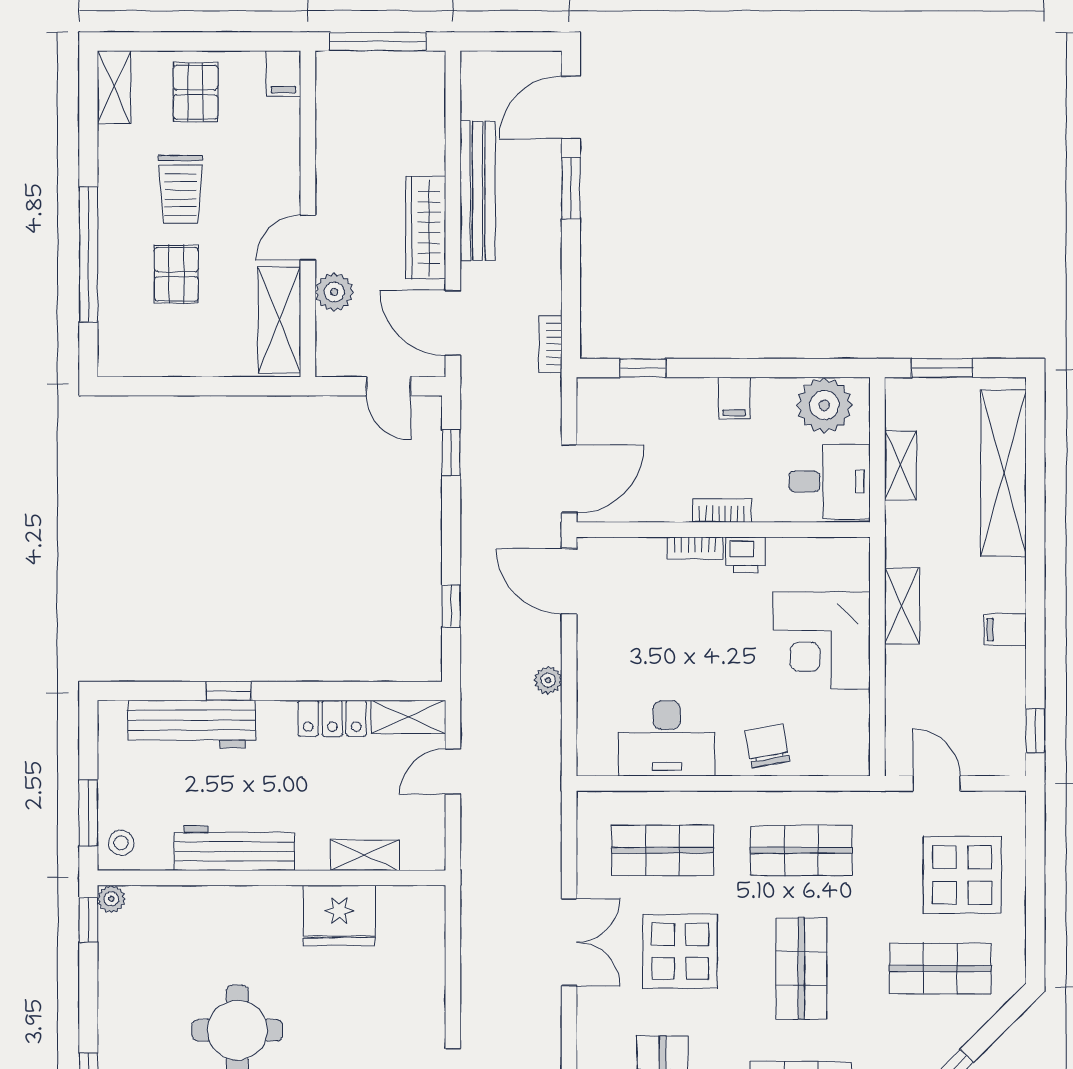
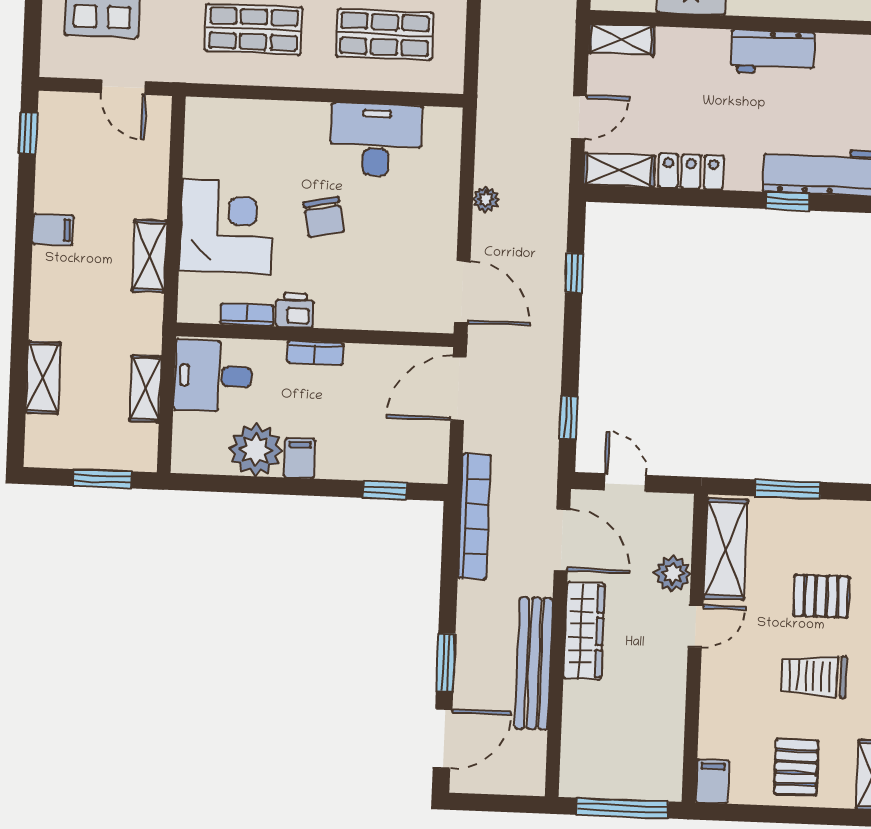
trolley: (180, 189) -> (814, 676), turned -90
pallet: (176, 274) -> (821, 596), turned 90
bookcase: (550, 344) -> (474, 516), width x2.31, depth x1.31
window: (216, 386) -> (788, 489), added
plant: (824, 405) -> (256, 450), moved
shelving: (1004, 473) -> (43, 377), width x0.45, depth x0.75
bookcase: (695, 548) -> (247, 315), moved
chair: (767, 746) -> (324, 217), moved
workbench: (234, 848) -> (773, 52), width x0.73
shelving: (365, 855) -> (622, 40), moved

